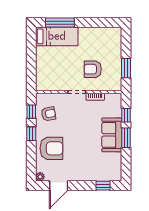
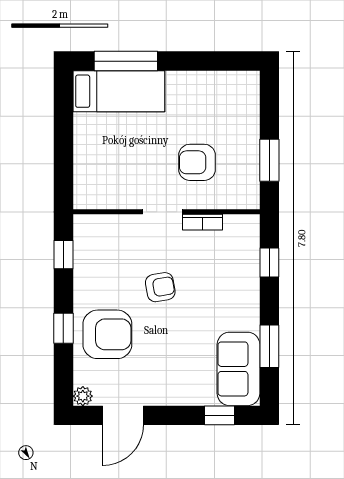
armchair: (49, 114) -> (160, 287), moved
window: (31, 134) -> (63, 328), moved
sofa: (112, 135) -> (238, 369), moved
window: (126, 138) -> (269, 346), moved

